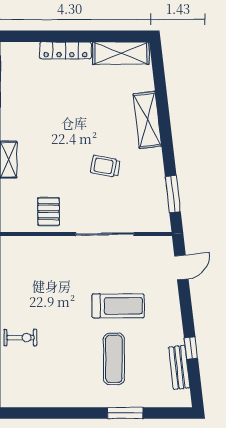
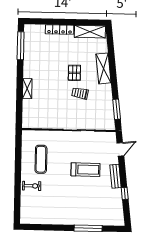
pallet: (49, 212) -> (74, 73), moved
exercise mat: (114, 359) -> (41, 159), moved
bench: (179, 367) -> (115, 176), moved
window: (125, 413) -> (88, 228), width x1.44

